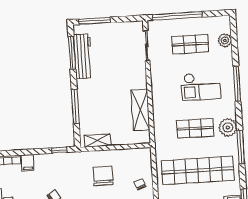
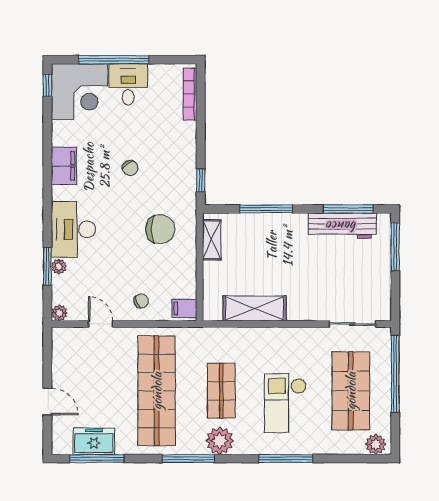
plant: (225, 40) -> (376, 444), moved
shop shelf: (190, 44) -> (351, 391), width x1.43, depth x1.36
filing cabinet: (28, 163) -> (184, 308), moved
chair: (103, 176) -> (160, 229), moved

